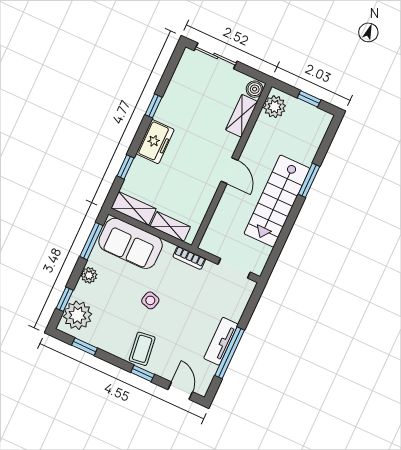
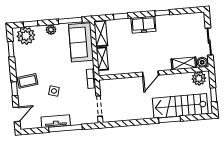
sliding door: (216, 56) -> (209, 42), moved
stairs: (277, 201) -> (180, 106), moved
side table: (150, 300) -> (54, 91), moved
window: (230, 353) -> (65, 128), moved

